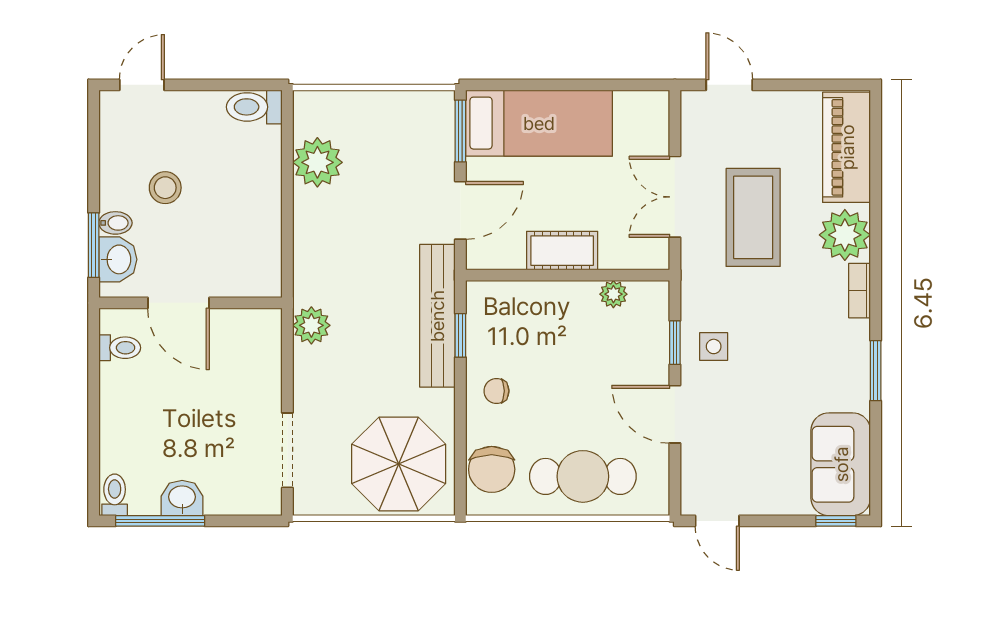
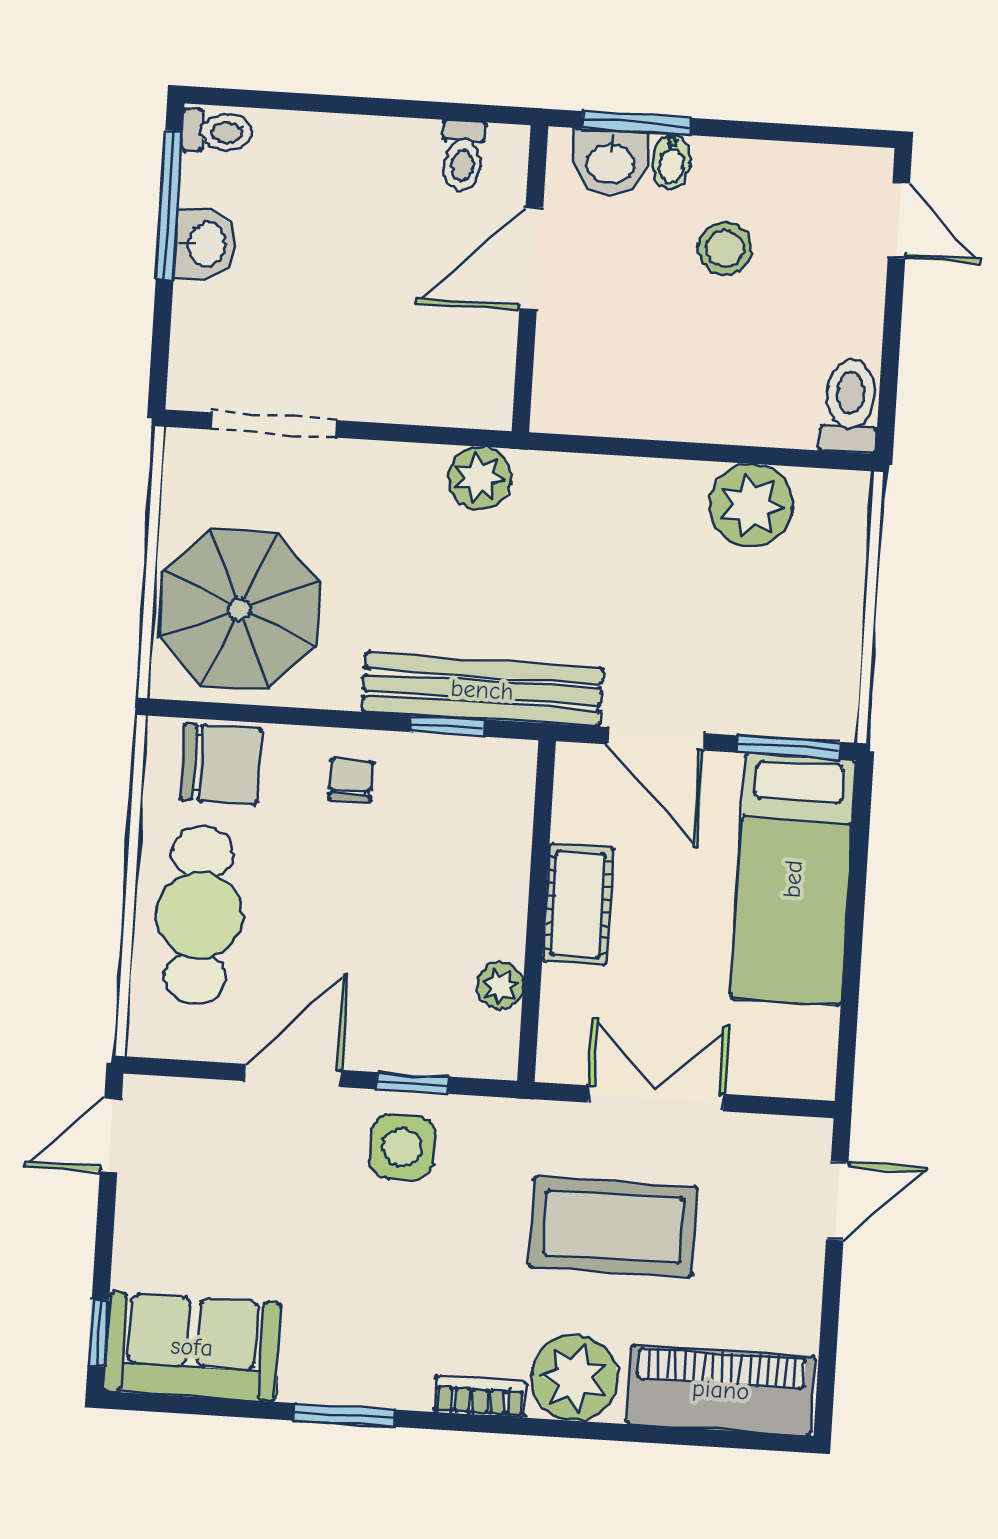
side table: (714, 346) -> (402, 1147), width x1.37, depth x1.37
chair: (492, 469) -> (220, 764), turned 180

